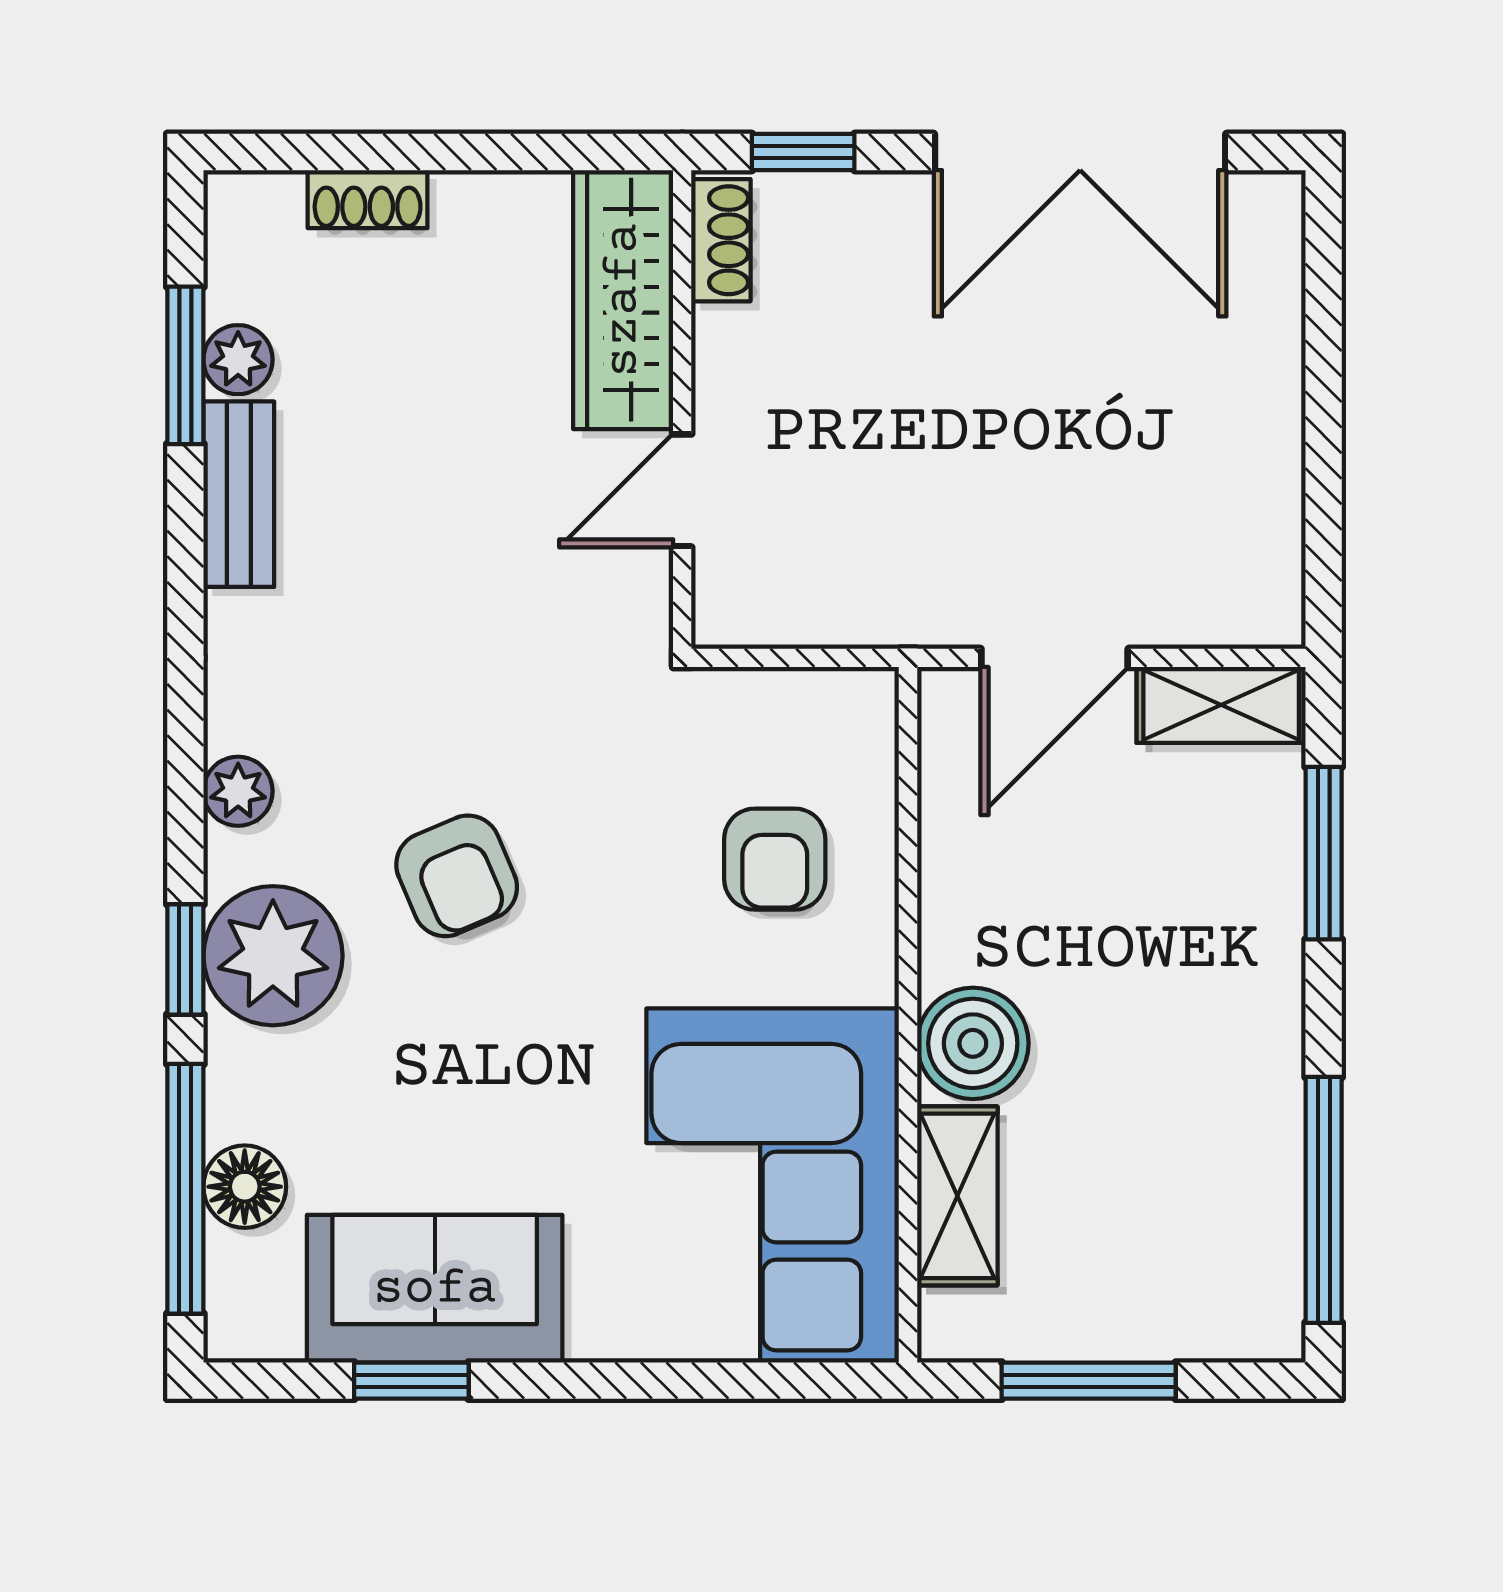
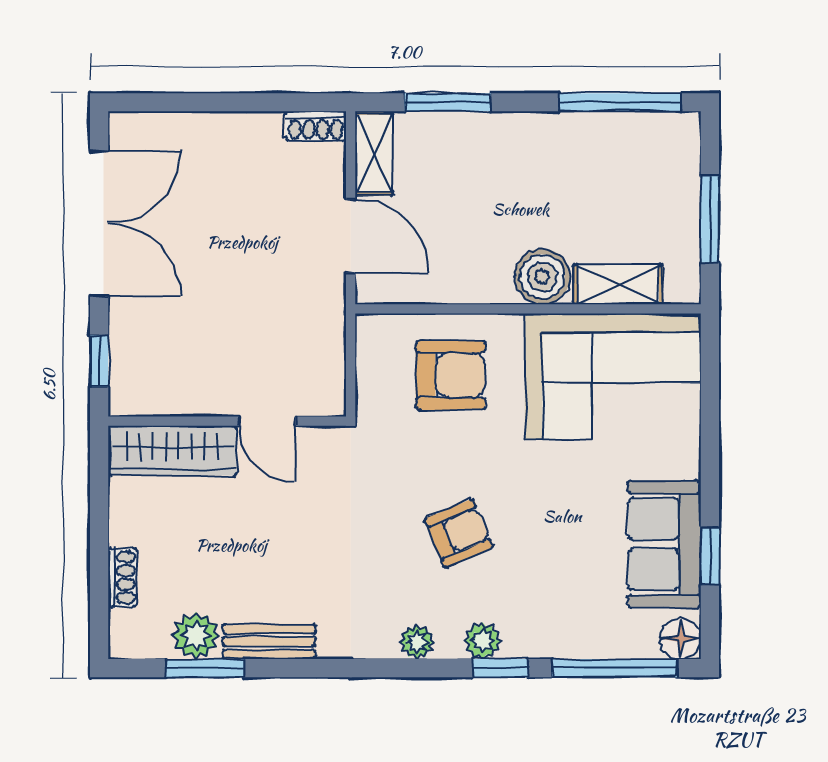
shoe rack: (721, 240) -> (316, 126), moved, turned 180
plant: (238, 360) -> (196, 636), width x1.38, depth x1.38
armchair: (775, 859) -> (451, 375), width x1.38, depth x1.38
plant: (273, 956) -> (483, 641), width x0.53, depth x0.53
floor lamp: (245, 1187) -> (680, 639), moved

